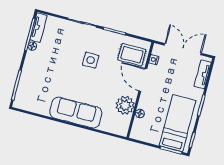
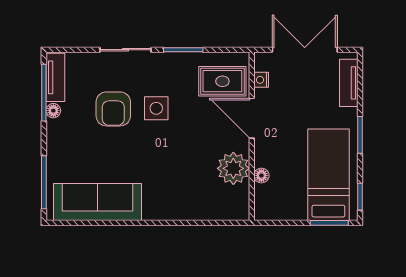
armchair: (66, 54) -> (113, 109), added
sofa: (76, 113) -> (98, 202), moved

